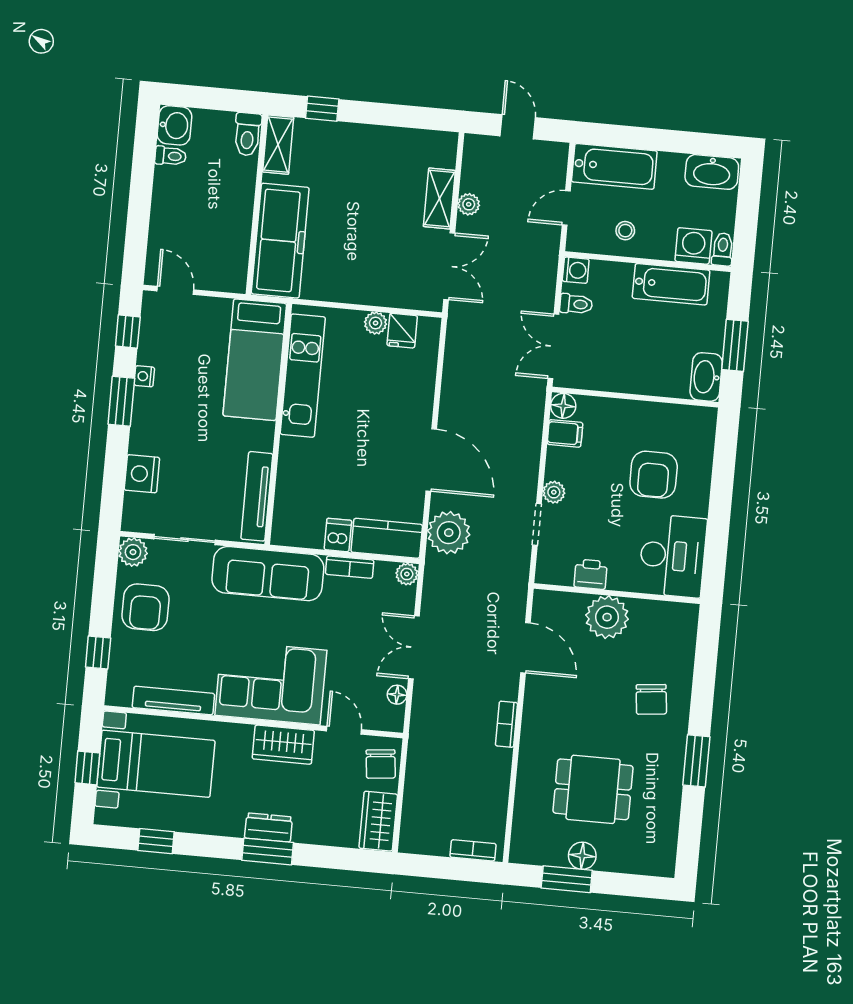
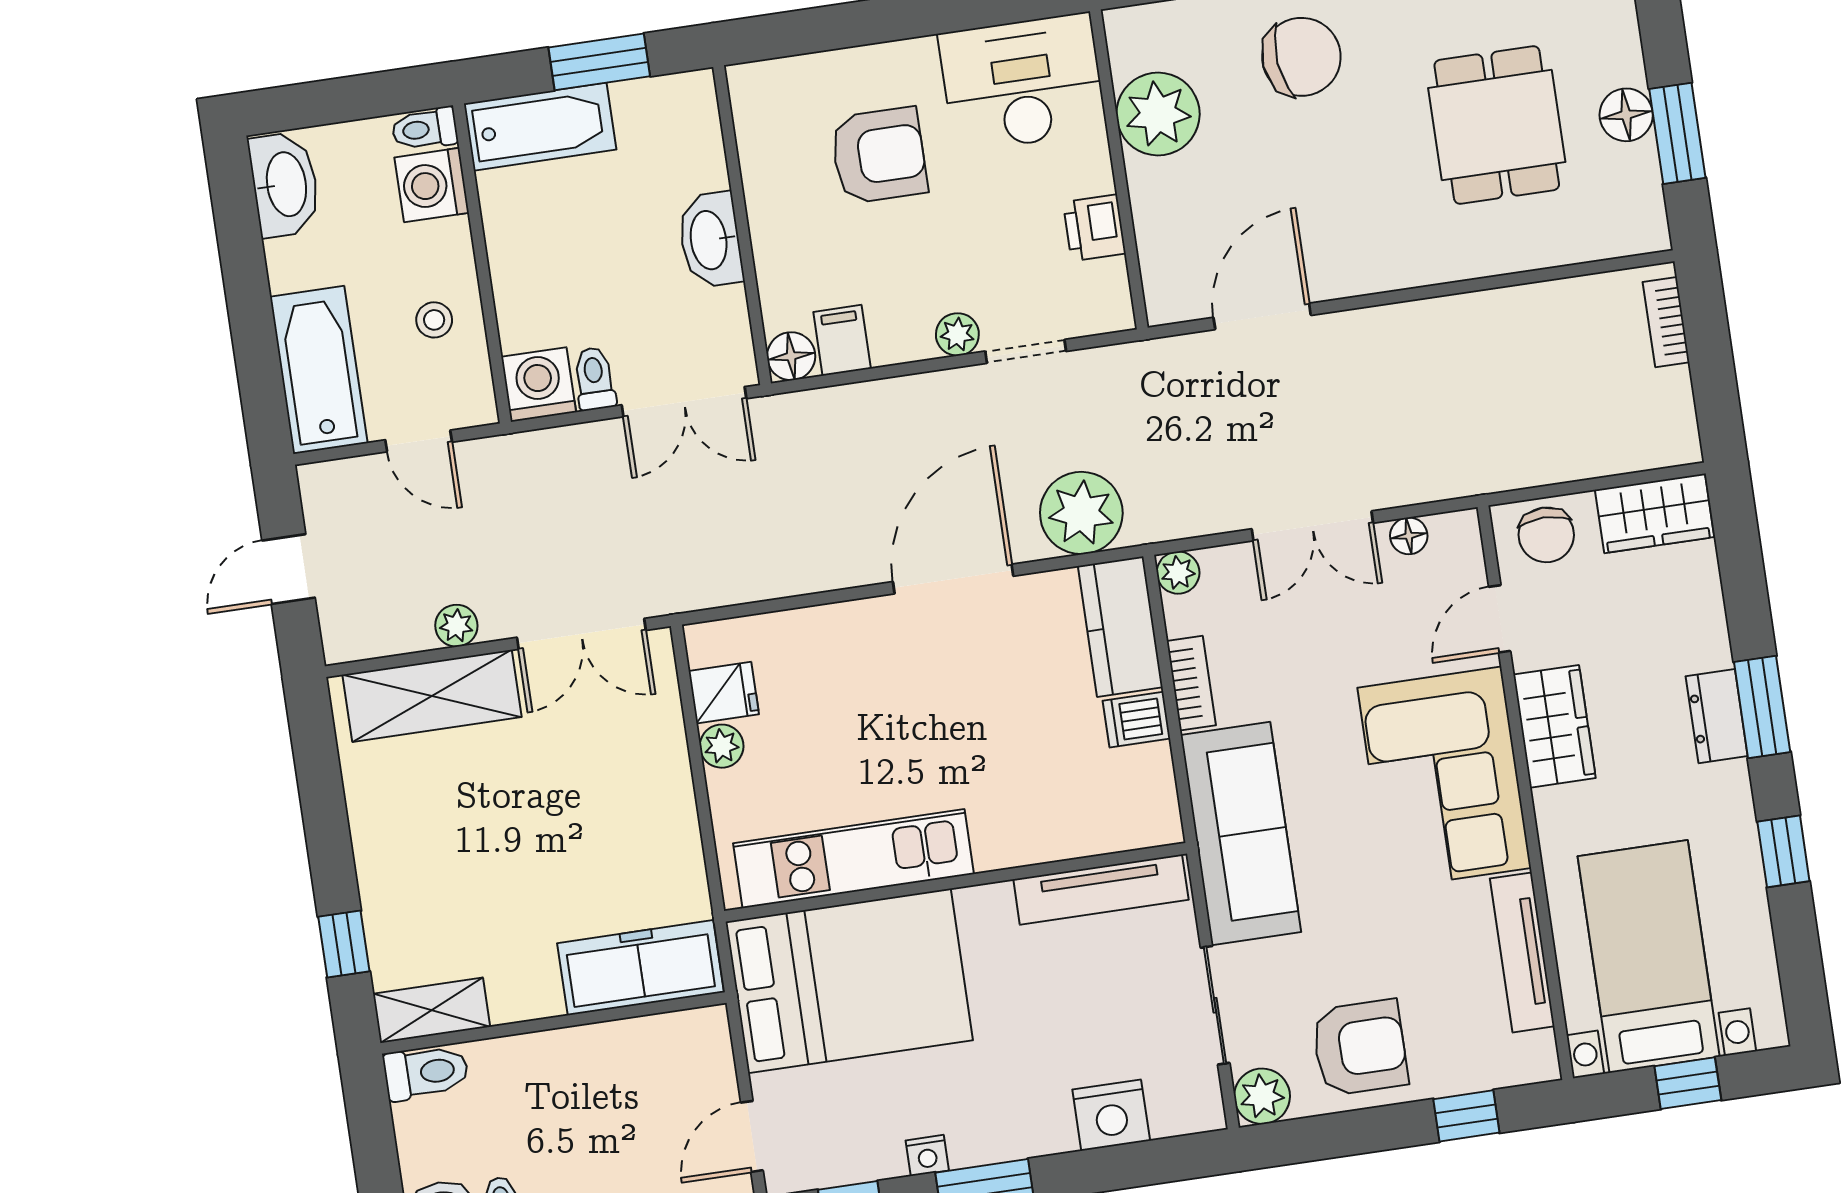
shelving: (439, 198) -> (432, 696), width x1.50, depth x1.33
freezer: (280, 241) -> (641, 968), width x0.73, depth x0.79
double door: (449, 266) -> (581, 634), swing flipped
washing machine: (576, 270) -> (539, 385), width x1.38, depth x1.38
bathtub: (671, 284) -> (540, 127), moved, turned 90
bed: (255, 360) -> (849, 981), width x1.50
washbasin: (706, 377) -> (710, 240), moved, turned 90
plant: (607, 617) -> (1158, 114), moved
chair: (651, 699) -> (1301, 57), width x1.37, depth x1.37
bookcase: (506, 724) -> (1414, 317), removed
chair: (381, 764) -> (1546, 535), turned 96
window: (156, 841) -> (1783, 851), moved

